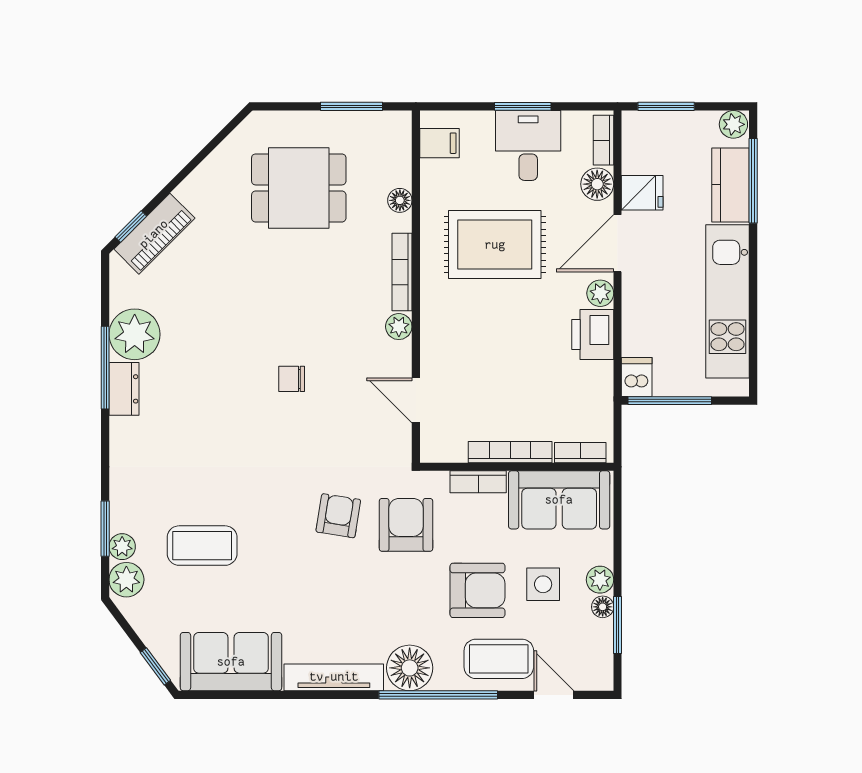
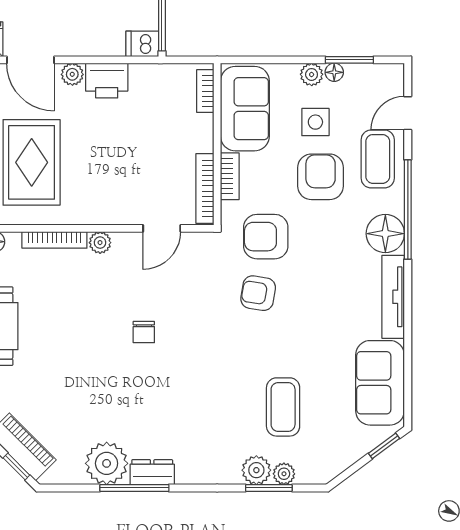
bookcase: (510, 452) -> (205, 189), moved
plant: (126, 580) -> (256, 470), moved

